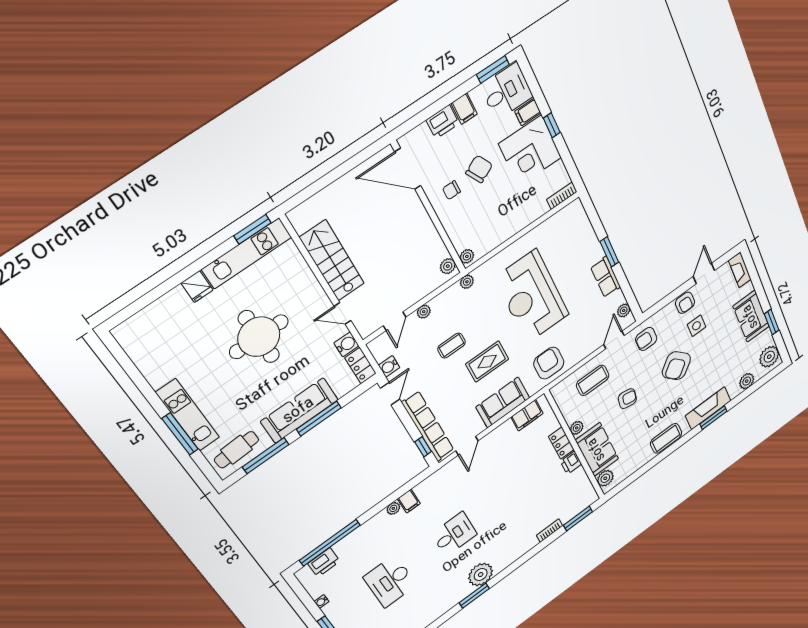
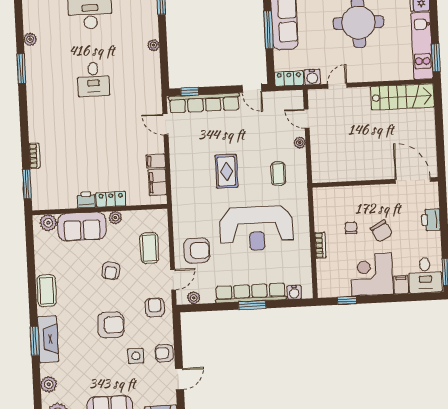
filing cabinet: (464, 109) -> (431, 239), removed
window: (552, 125) -> (347, 300), moved
door: (408, 169) -> (413, 180), hinge flipped
chair: (452, 190) -> (351, 228), moved
bookcase: (562, 196) -> (320, 245), moved
plant: (467, 256) -> (321, 193), removed
stairs: (332, 261) -> (402, 97), moved
plant: (448, 266) -> (323, 176), removed
door: (704, 274) -> (179, 379), hinge flipped
row of seats: (606, 277) -> (251, 293), width x2.02
plant: (467, 282) -> (302, 184), removed
reception desk: (532, 296) -> (257, 228), turned 180
door: (614, 340) -> (173, 280), hinge flipped
coffee table: (451, 346) -> (278, 174), moved
armchair: (549, 363) -> (197, 250), moved
water cooler: (389, 366) -> (294, 292), moved, turned 180
armchair: (676, 366) -> (111, 325), turned 134
sofa: (503, 402) -> (183, 168), removed
filing cabinet: (409, 501) -> (156, 161), moved
plant: (481, 575) -> (30, 39), moved, width x0.53, depth x0.53

